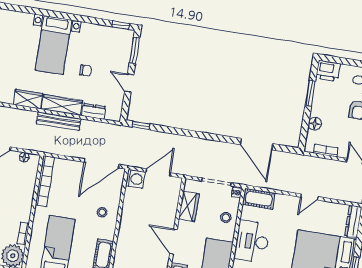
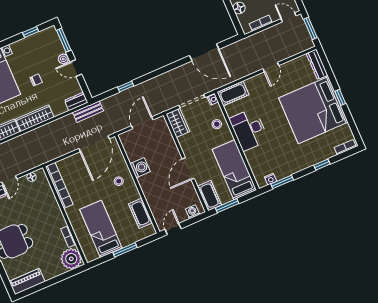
window: (121, 25) -> (31, 32), moved
plant: (123, 67) -> (63, 59), added
dresser: (94, 111) -> (76, 101), moved
bench: (59, 121) -> (88, 112), moved, width x0.73
window: (141, 125) -> (126, 86), moved
washing machine: (135, 179) -> (140, 168), moved
wardrobe: (189, 206) -> (178, 123), moved
door: (173, 242) -> (188, 169), hinge flipped

